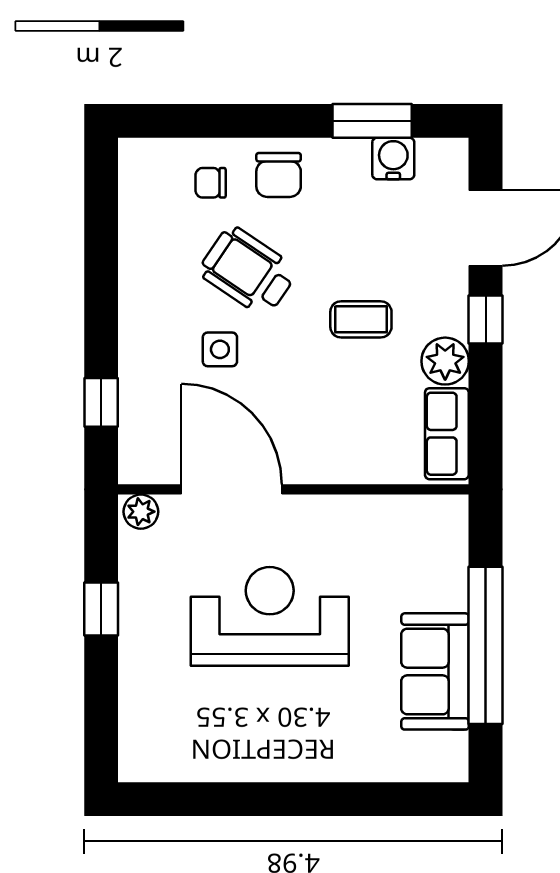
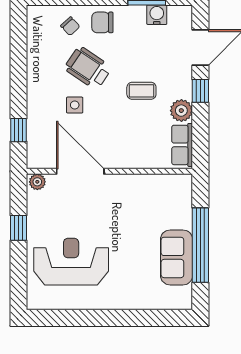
chair: (279, 175) -> (102, 22), turned 90
chair: (211, 183) -> (70, 26), turned -133
reception desk: (270, 616) -> (71, 262), moved

